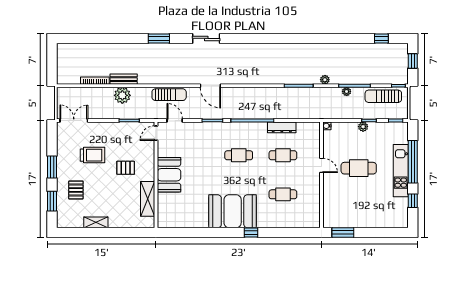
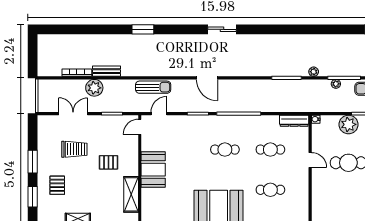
sliding door: (206, 38) -> (222, 29), moved
door: (210, 86) -> (207, 78), moved
plant: (122, 95) -> (94, 88), moved
double door: (74, 120) -> (73, 114), moved
door: (175, 120) -> (159, 114), hinge flipped
dresser: (282, 127) -> (294, 121), moved
plant: (363, 127) -> (348, 124), width x1.88, depth x1.88

